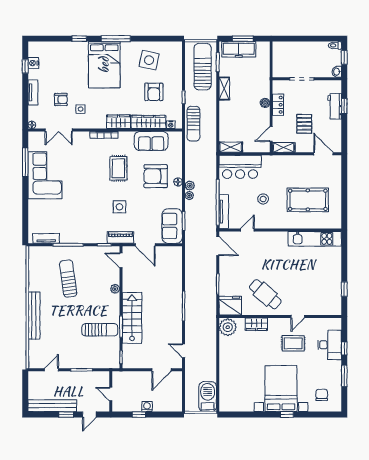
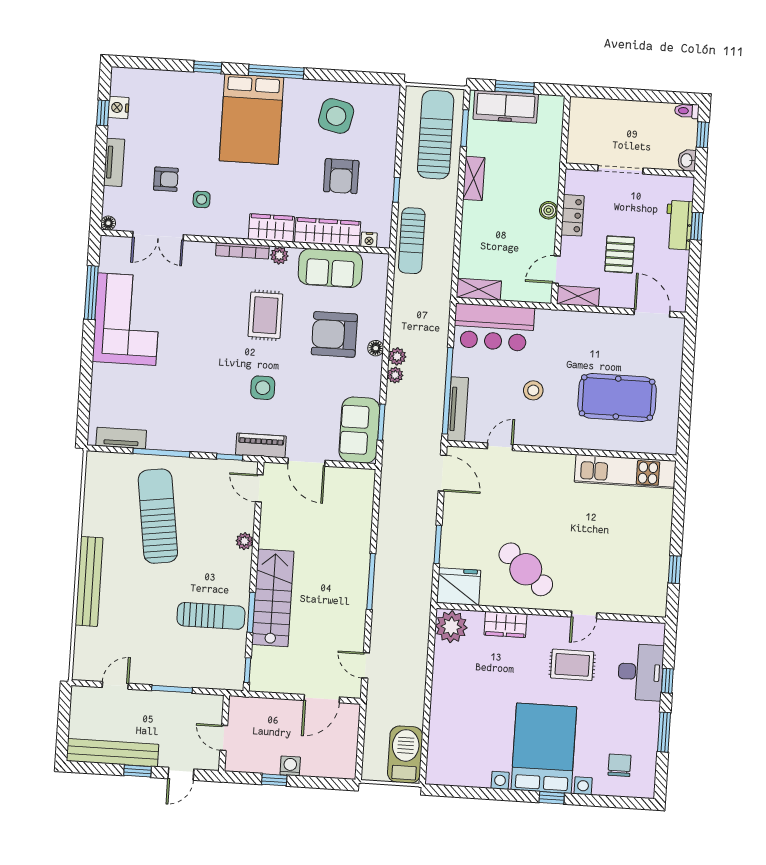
plant: (124, 136) -> (279, 255), added
sun lounger: (68, 279) -> (158, 516), width x1.36, depth x1.34

